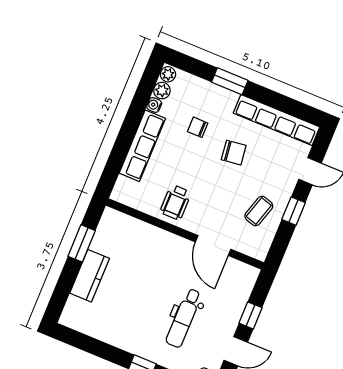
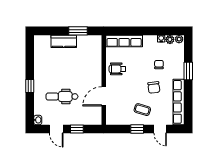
row of seats: (142, 146) -> (124, 41), moved
coffee table: (259, 211) -> (142, 110), moved

